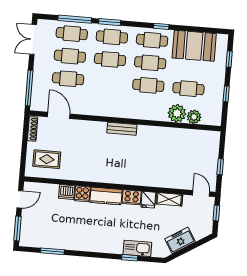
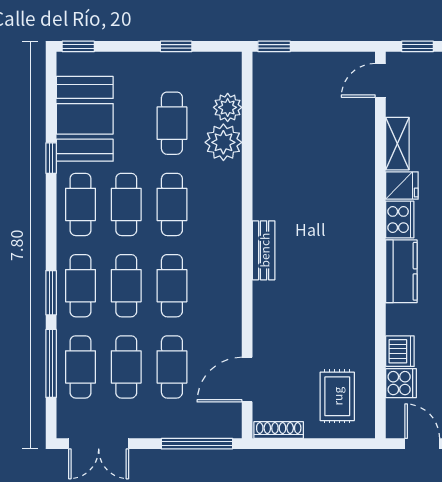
window: (161, 26) -> (51, 158), moved
window: (229, 59) -> (78, 46), moved
cafe table: (108, 82) -> (172, 286), added
window: (220, 167) -> (274, 46), moved
cooker: (82, 194) -> (401, 383), moved

